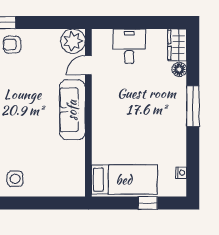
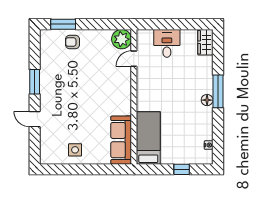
floor lamp: (179, 69) -> (207, 100), moved
sofa: (72, 110) -> (121, 140), moved
bed: (124, 180) -> (148, 138), moved, turned -90

